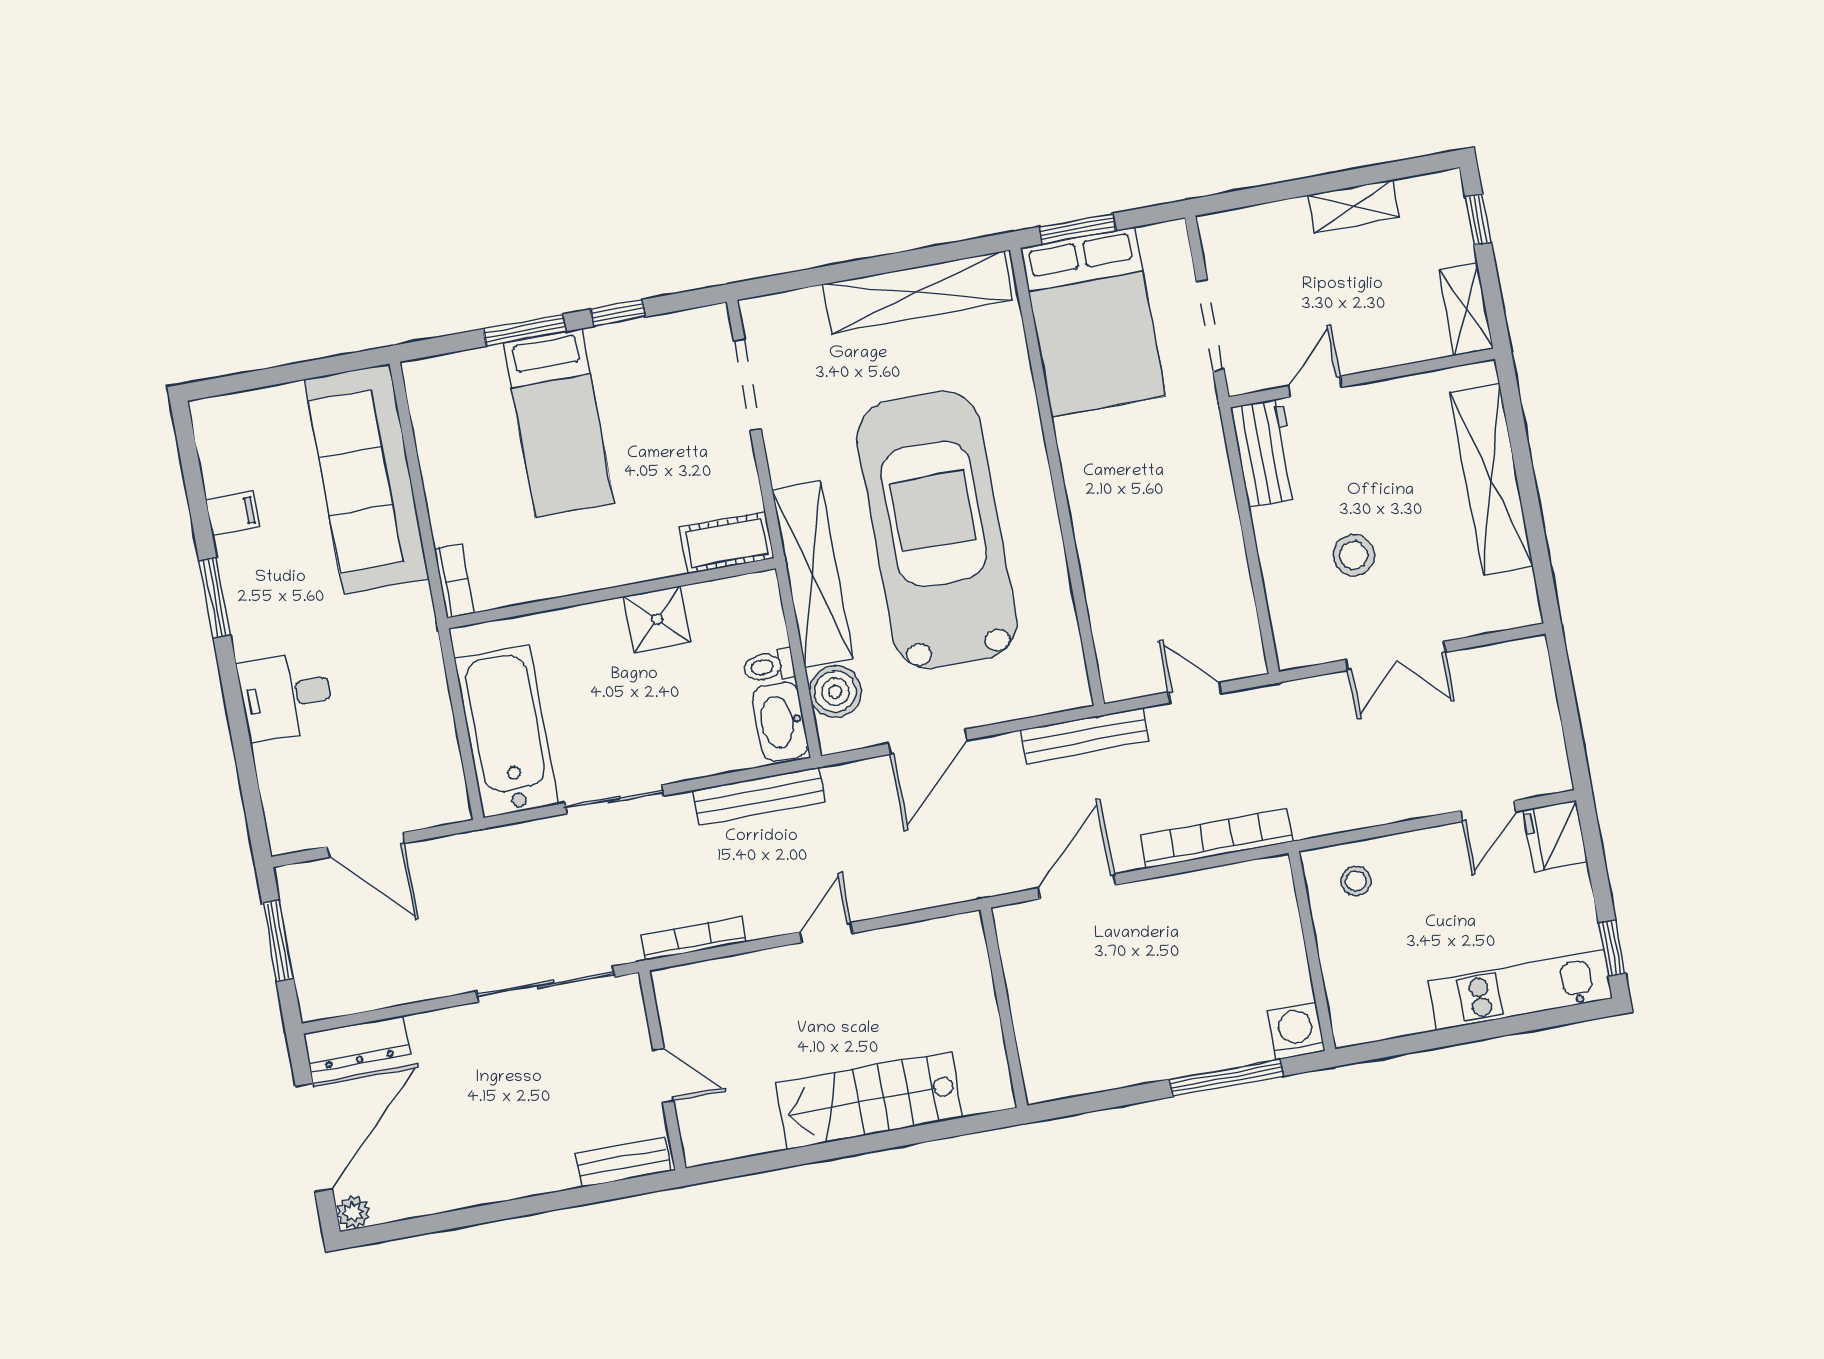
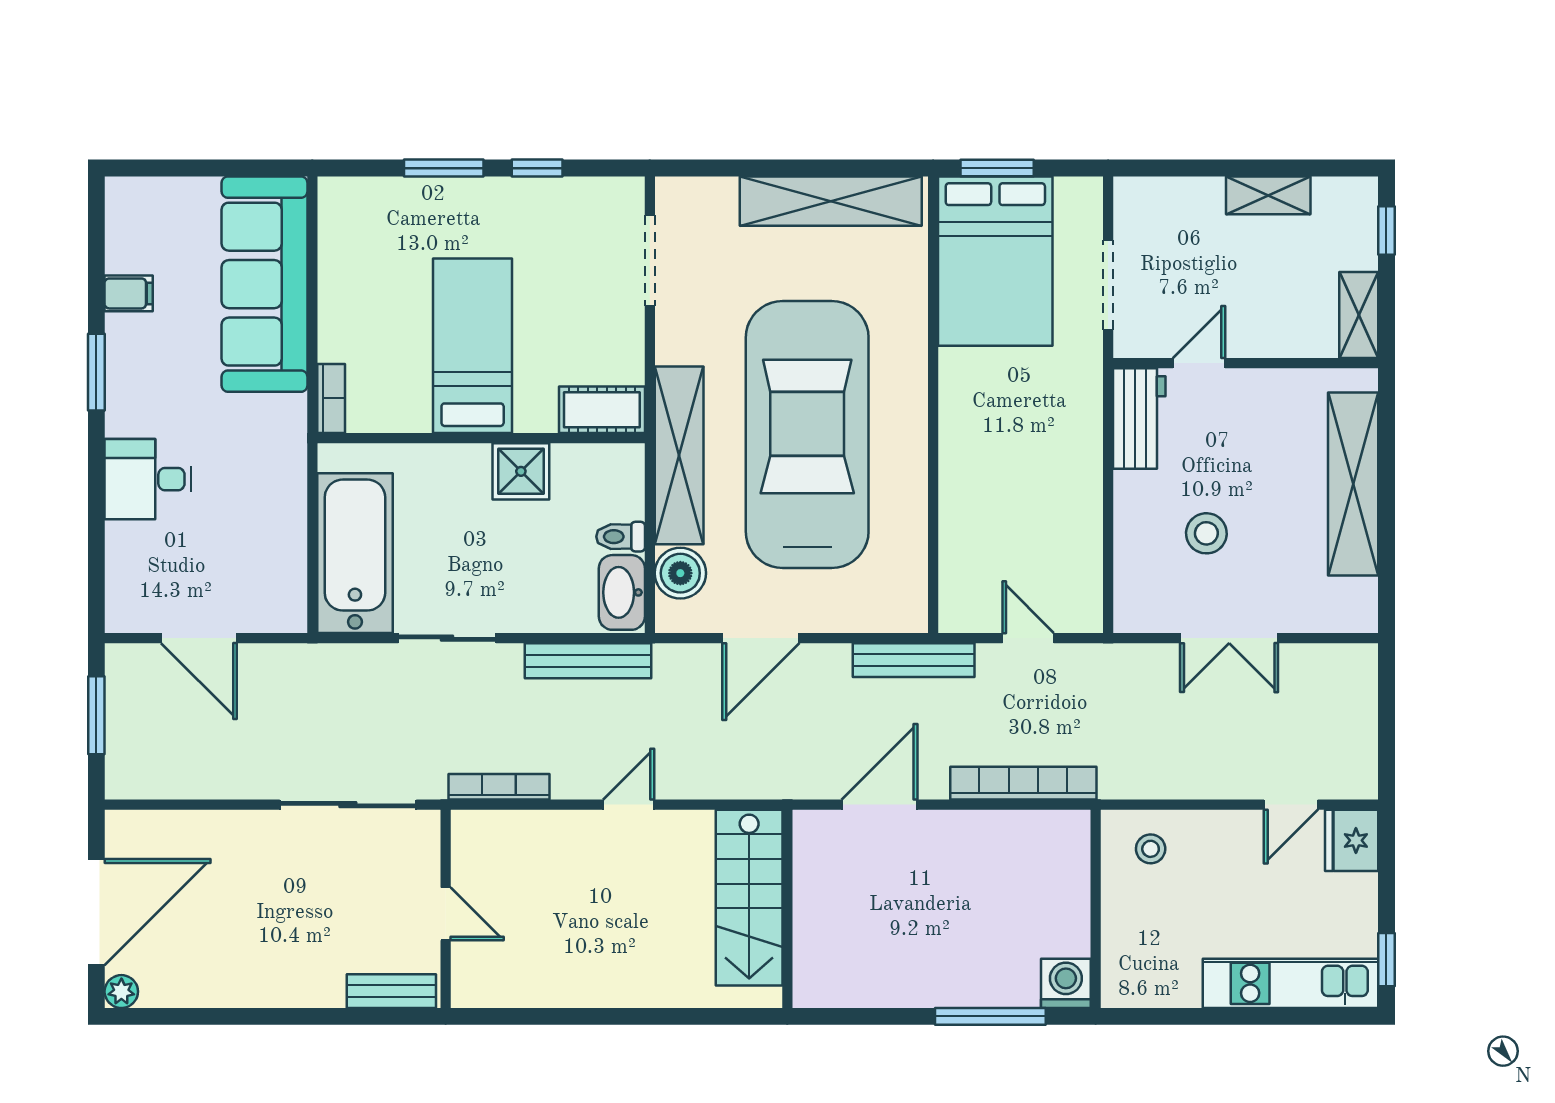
bed: (559, 423) -> (473, 346), moved, turned 180
dresser: (357, 1044) -> (155, 829), removed
stairs: (869, 1100) -> (749, 898), moved, turned -90

